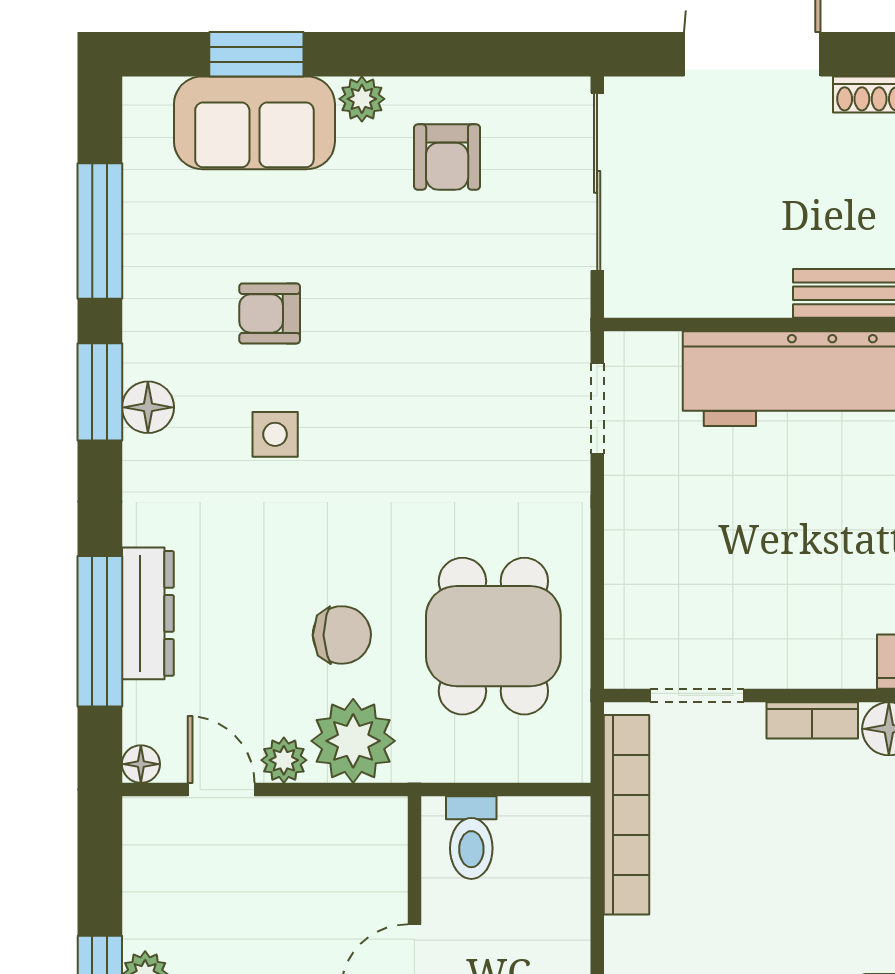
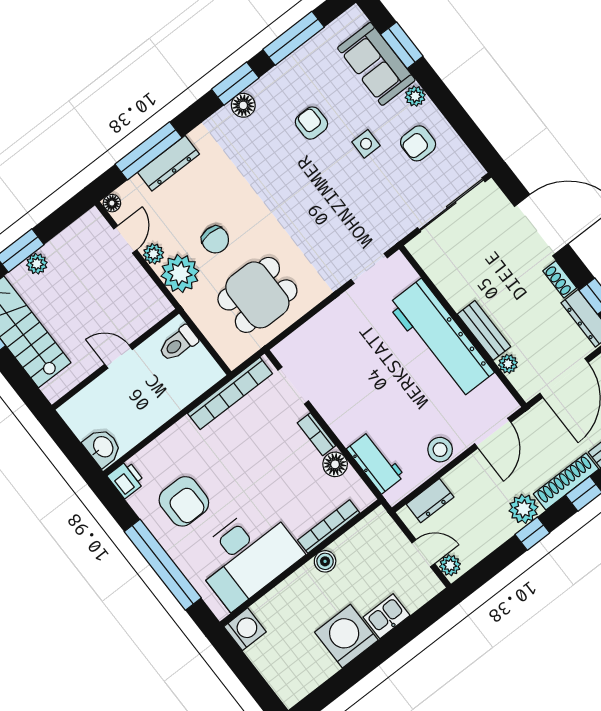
side table: (275, 434) -> (366, 144), moved

